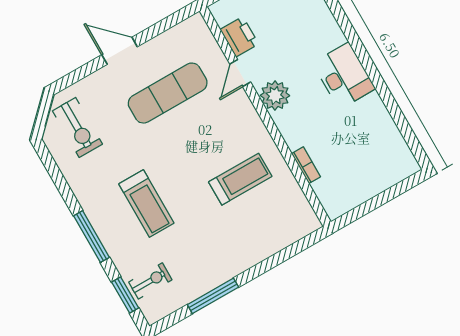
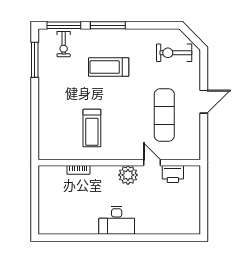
window: (125, 295) -> (64, 25), width x1.44
window: (213, 296) -> (35, 60), moved

